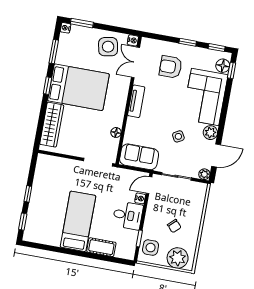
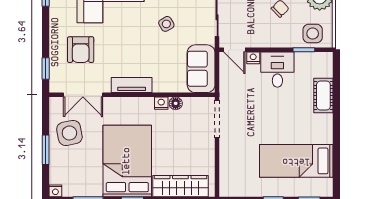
window: (82, 23) -> (46, 150), moved
nightstand: (133, 40) -> (161, 103), moved
window: (188, 42) -> (46, 69), moved
bed: (78, 221) -> (296, 161), moved

